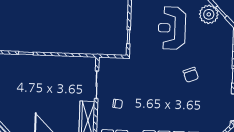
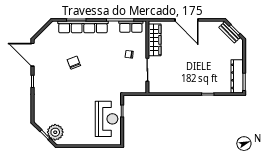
reception desk: (172, 28) -> (107, 119), moved
chair: (191, 75) -> (74, 63), moved

